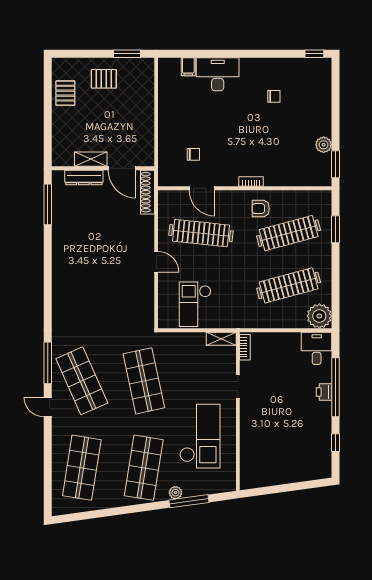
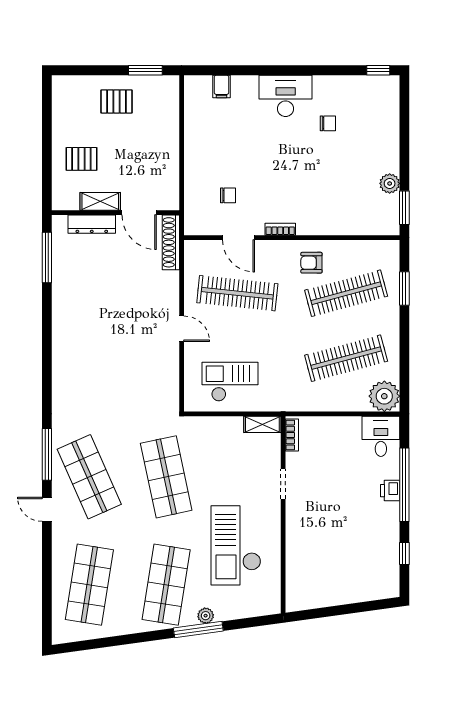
desk: (218, 74) -> (286, 96), moved
pallet: (65, 93) -> (81, 159), moved, turned 90
bookcase: (251, 182) -> (280, 229), moved
checkout: (195, 304) -> (230, 382), turned 90
checkout: (200, 436) -> (236, 545), turned 180
window: (189, 501) -> (198, 630), moved

